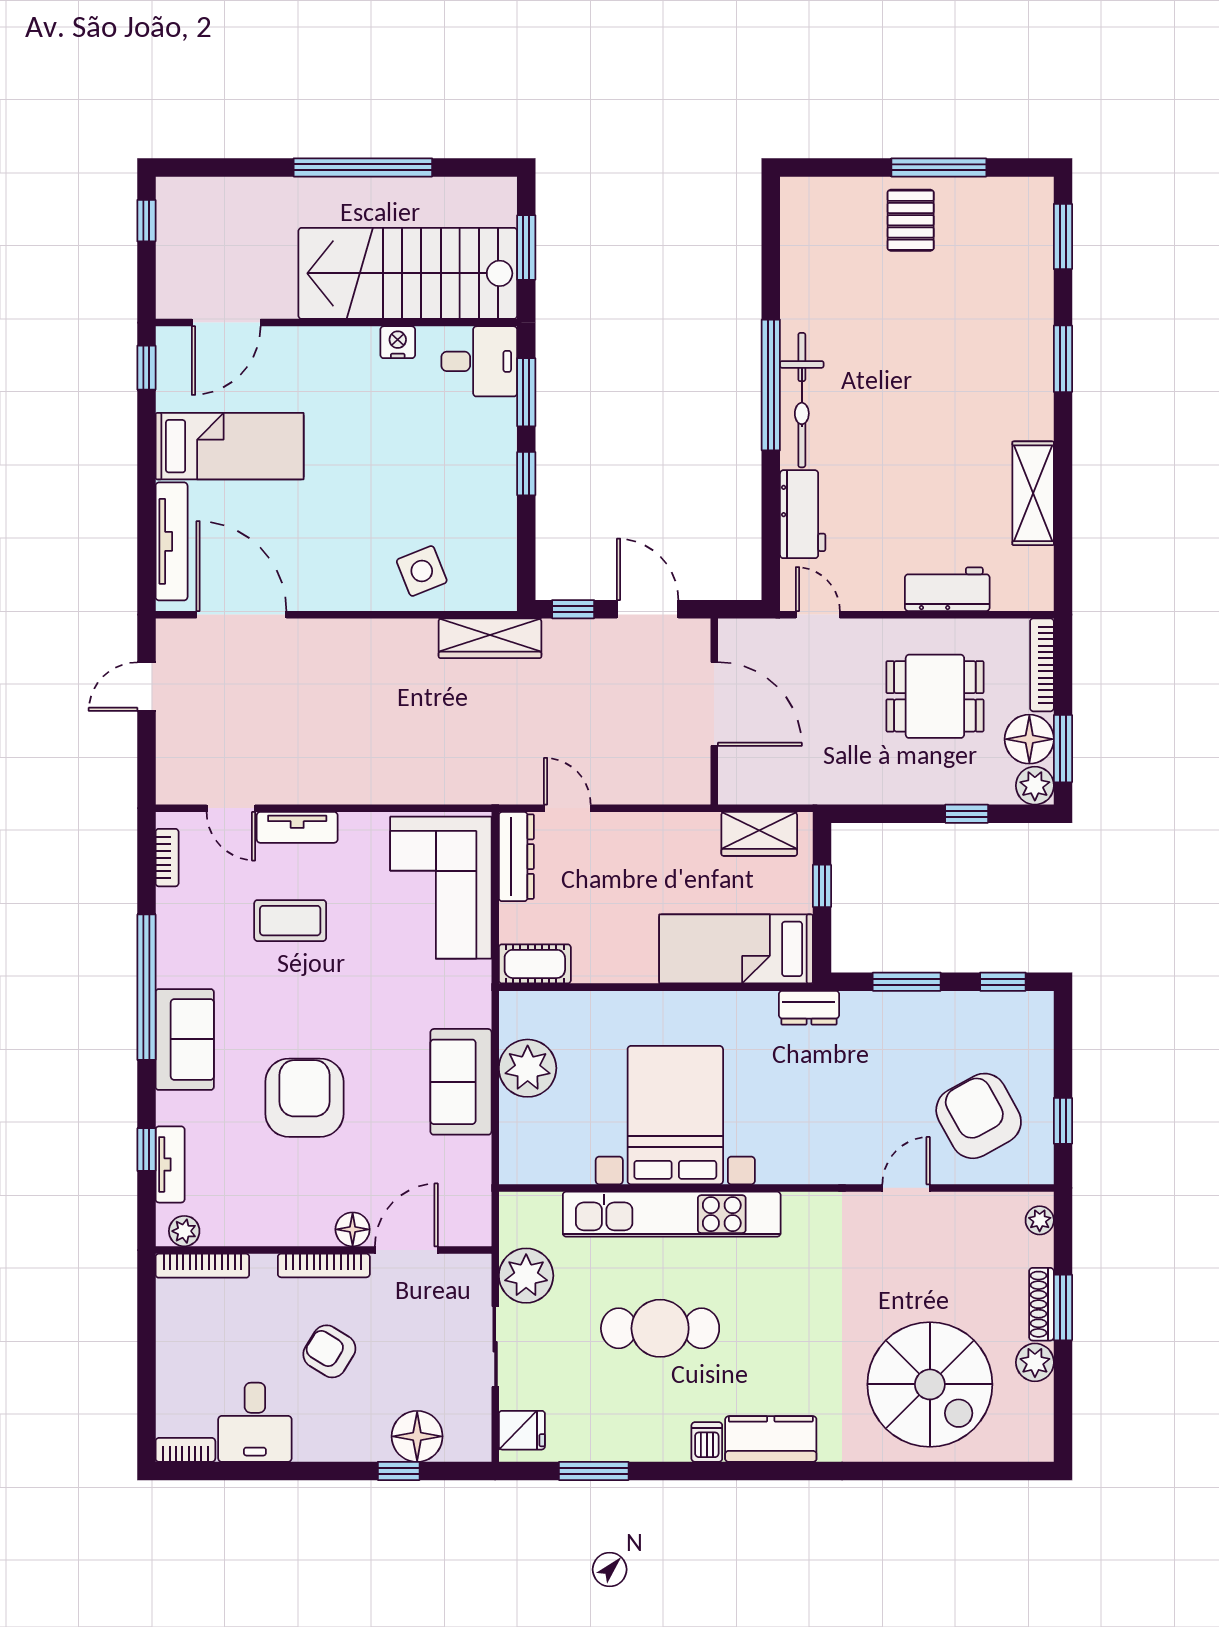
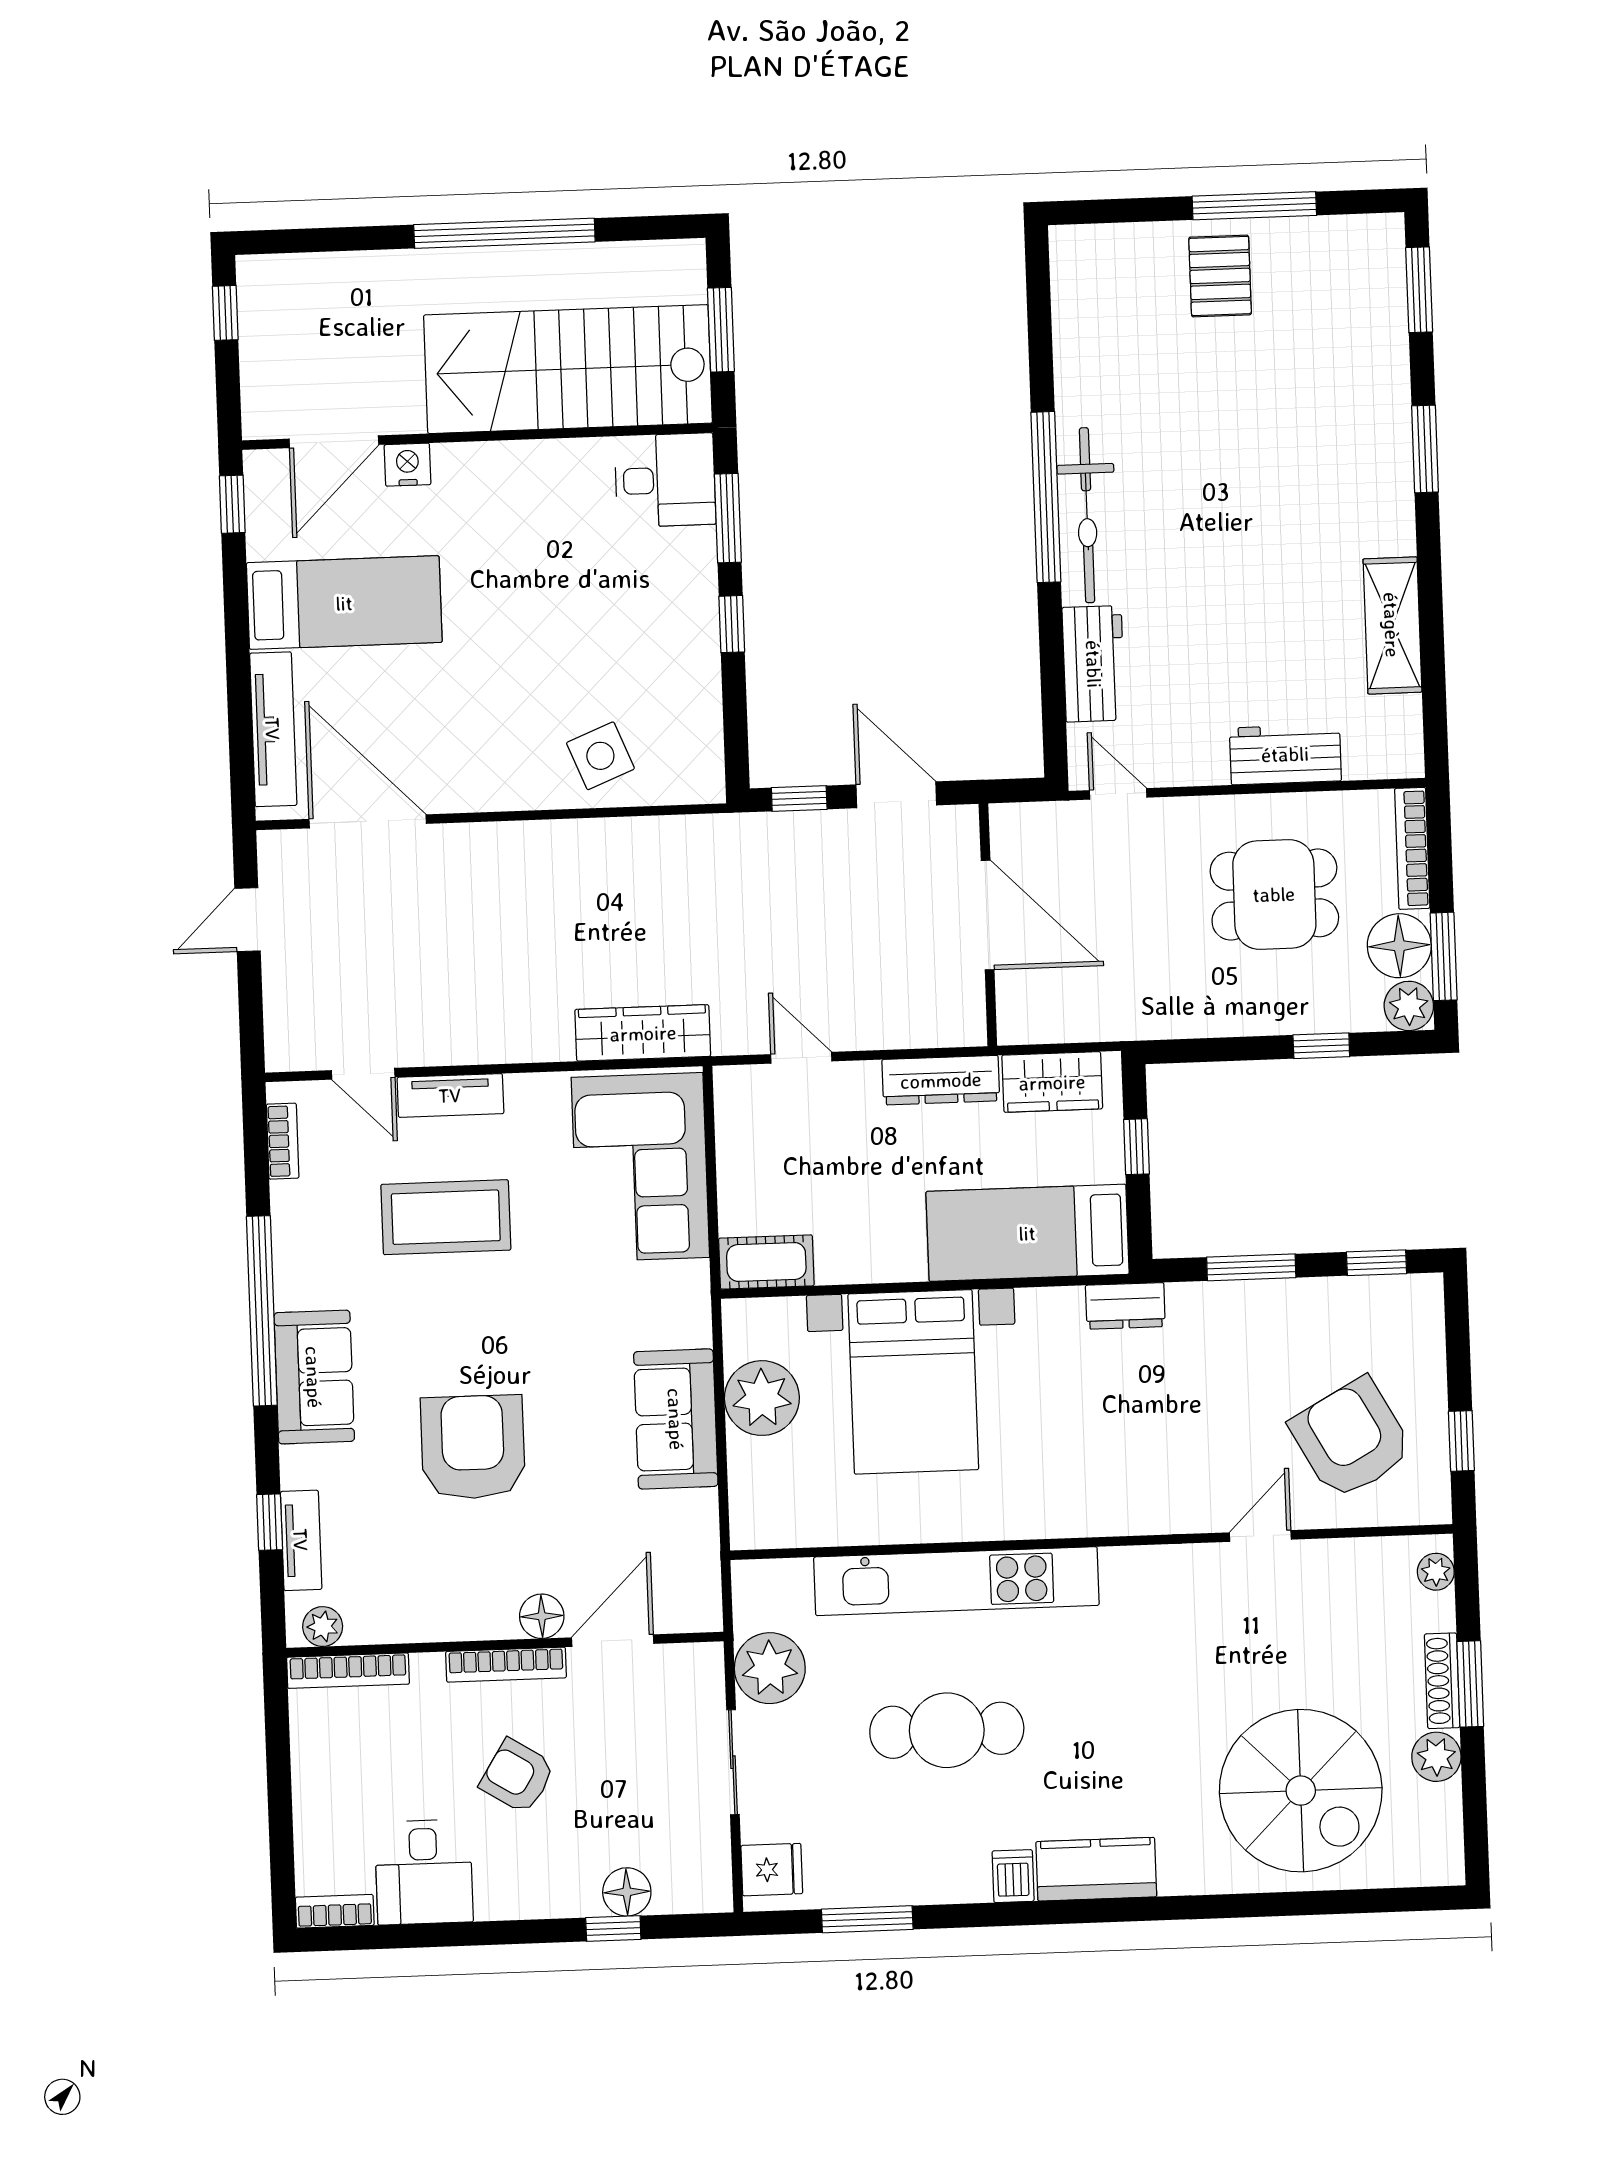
nightstand: (398, 342) -> (407, 465), moved
wardrobe: (490, 638) -> (643, 1033), moved, turned 180
dresser: (516, 857) -> (941, 1080), moved, turned 90
coffee table: (290, 921) -> (446, 1217), width x1.36, depth x1.32
bed with nightstands: (675, 1115) -> (913, 1382), moved, turned 180
floor lamp: (417, 1436) -> (627, 1892), width x0.73, depth x0.73

